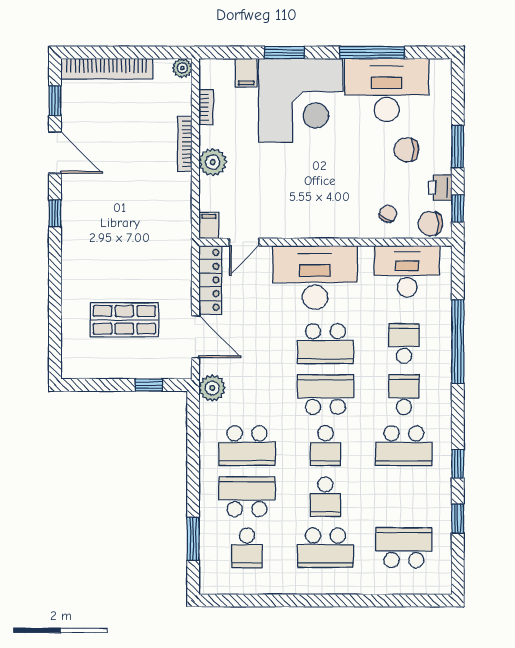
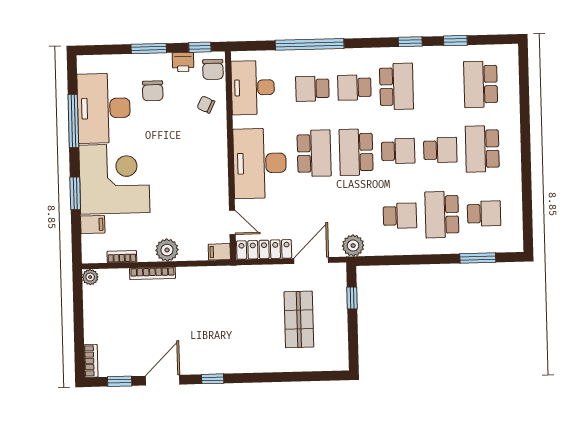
bookcase: (107, 69) -> (91, 361), width x0.43, depth x0.76
school desk: (247, 446) -> (400, 216), width x0.54
school desk: (325, 548) -> (482, 149), turned 180

